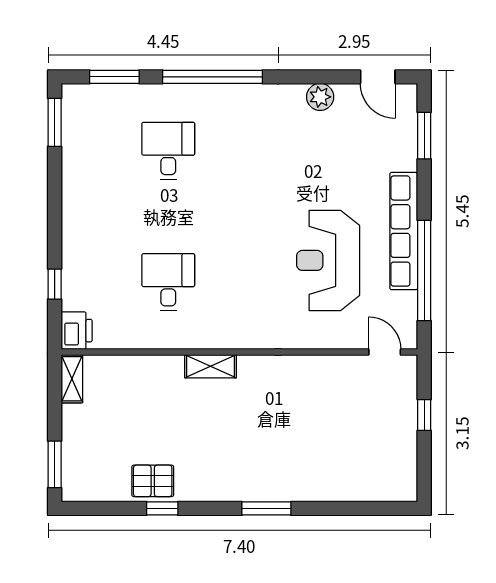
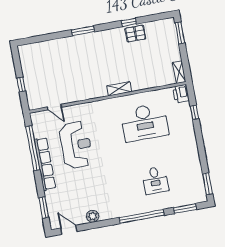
desk: (168, 282) -> (145, 122), width x1.87, depth x1.30
door: (385, 352) -> (54, 107), moved

